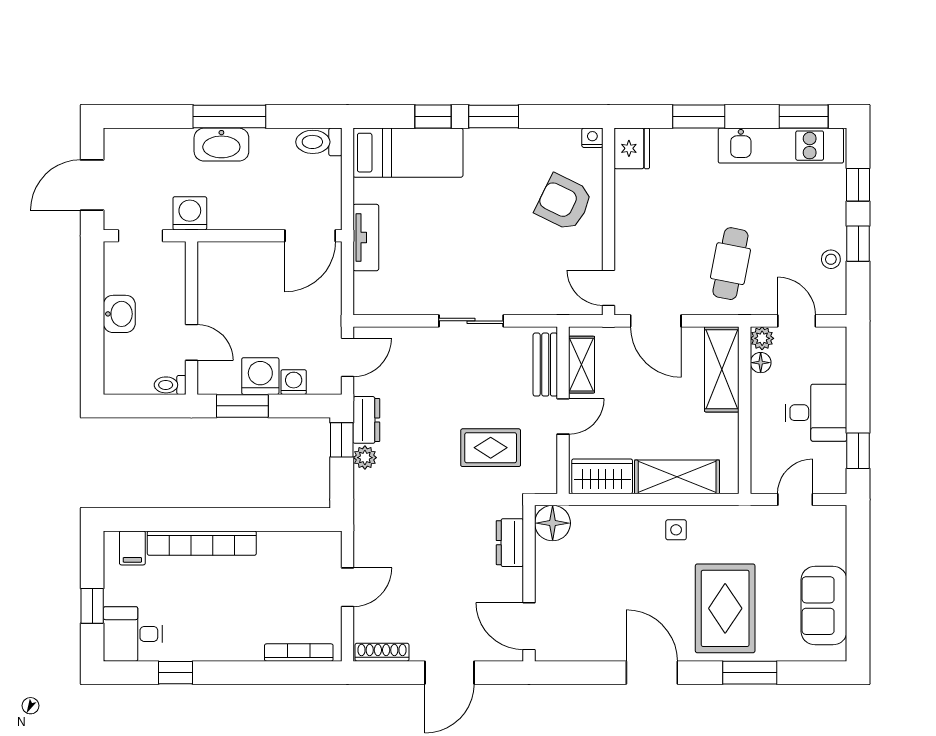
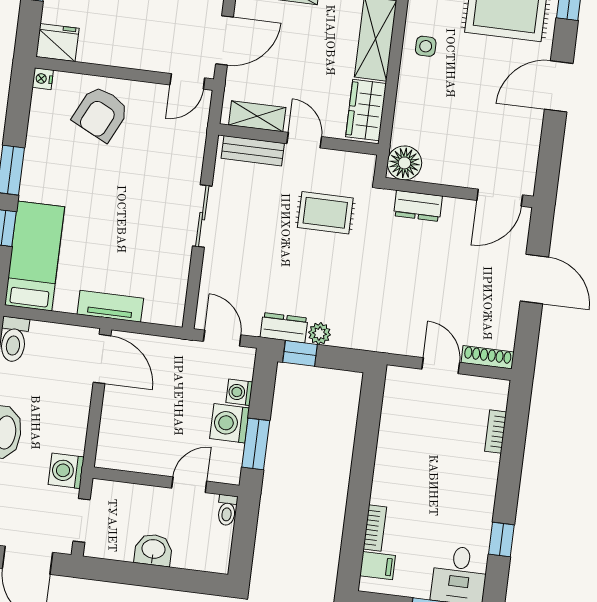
rug: (491, 448) -> (325, 213), turned 90
bookcase: (202, 543) -> (375, 528), width x0.43, depth x0.76
shoe rack: (382, 652) -> (488, 357), moved, turned 90
bookcase: (299, 653) -> (496, 432), width x0.64

